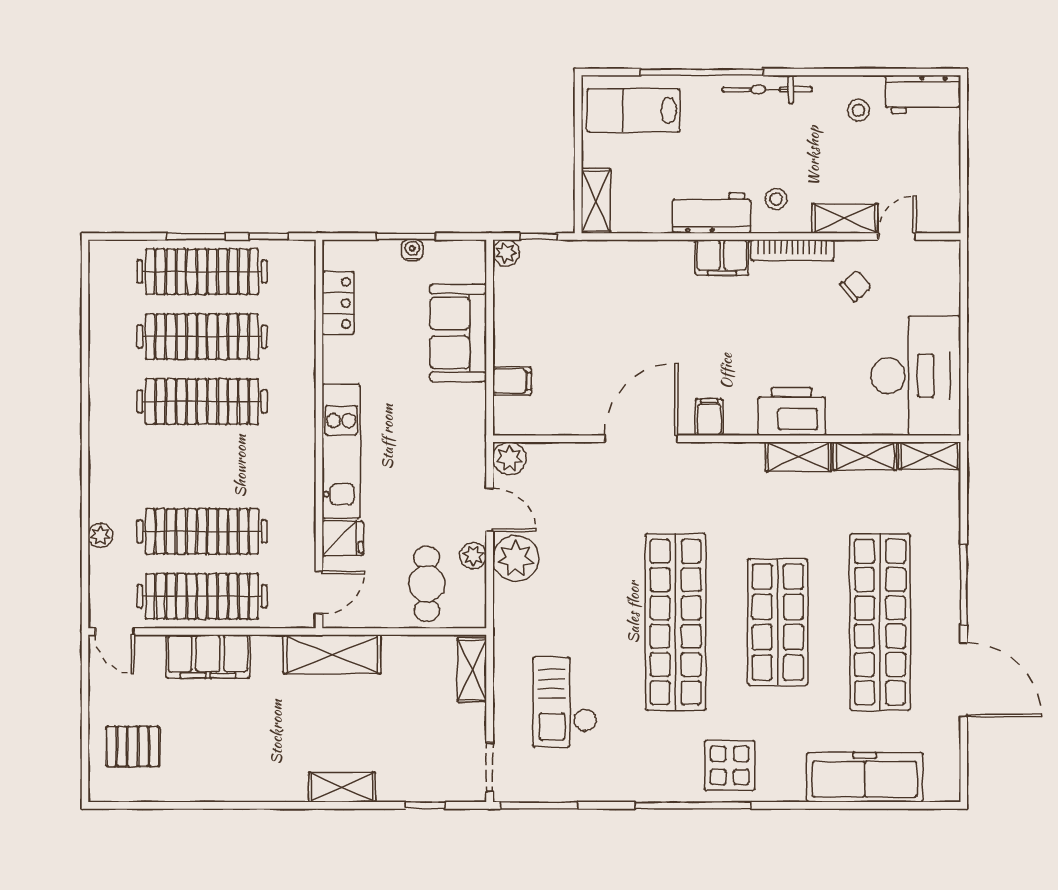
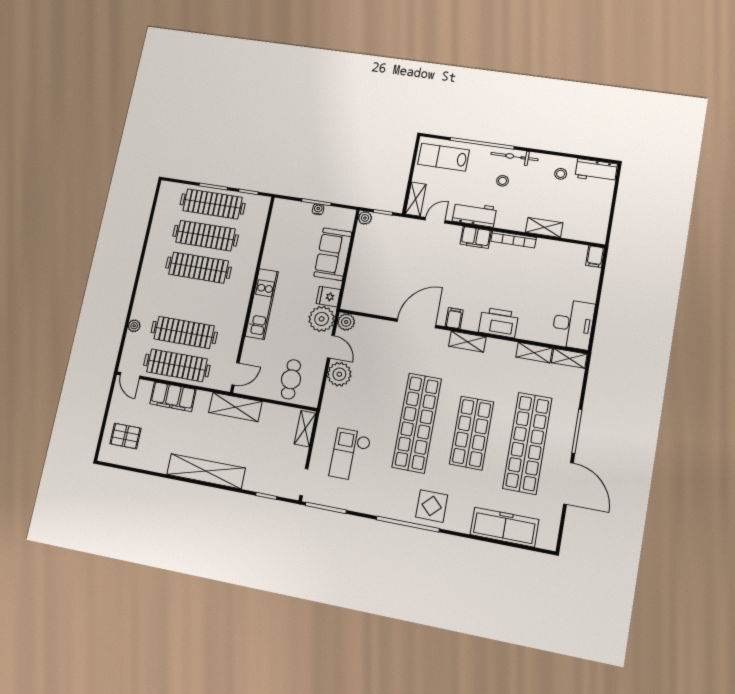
stool: (776, 199) -> (503, 181), moved
door: (897, 236) -> (435, 220), moved
chair: (856, 286) -> (544, 263), removed
locker: (338, 303) -> (276, 230), removed
desk: (916, 376) -> (573, 324), width x0.73, depth x0.77
filing cabinet: (512, 381) -> (595, 257), moved, turned 90
shelving: (798, 457) -> (467, 342), moved
fridge: (343, 538) -> (328, 297), moved, turned 180
plant: (473, 556) -> (322, 319), moved, width x1.87, depth x1.87
shelving: (342, 787) -> (206, 471), width x2.20, depth x1.33

